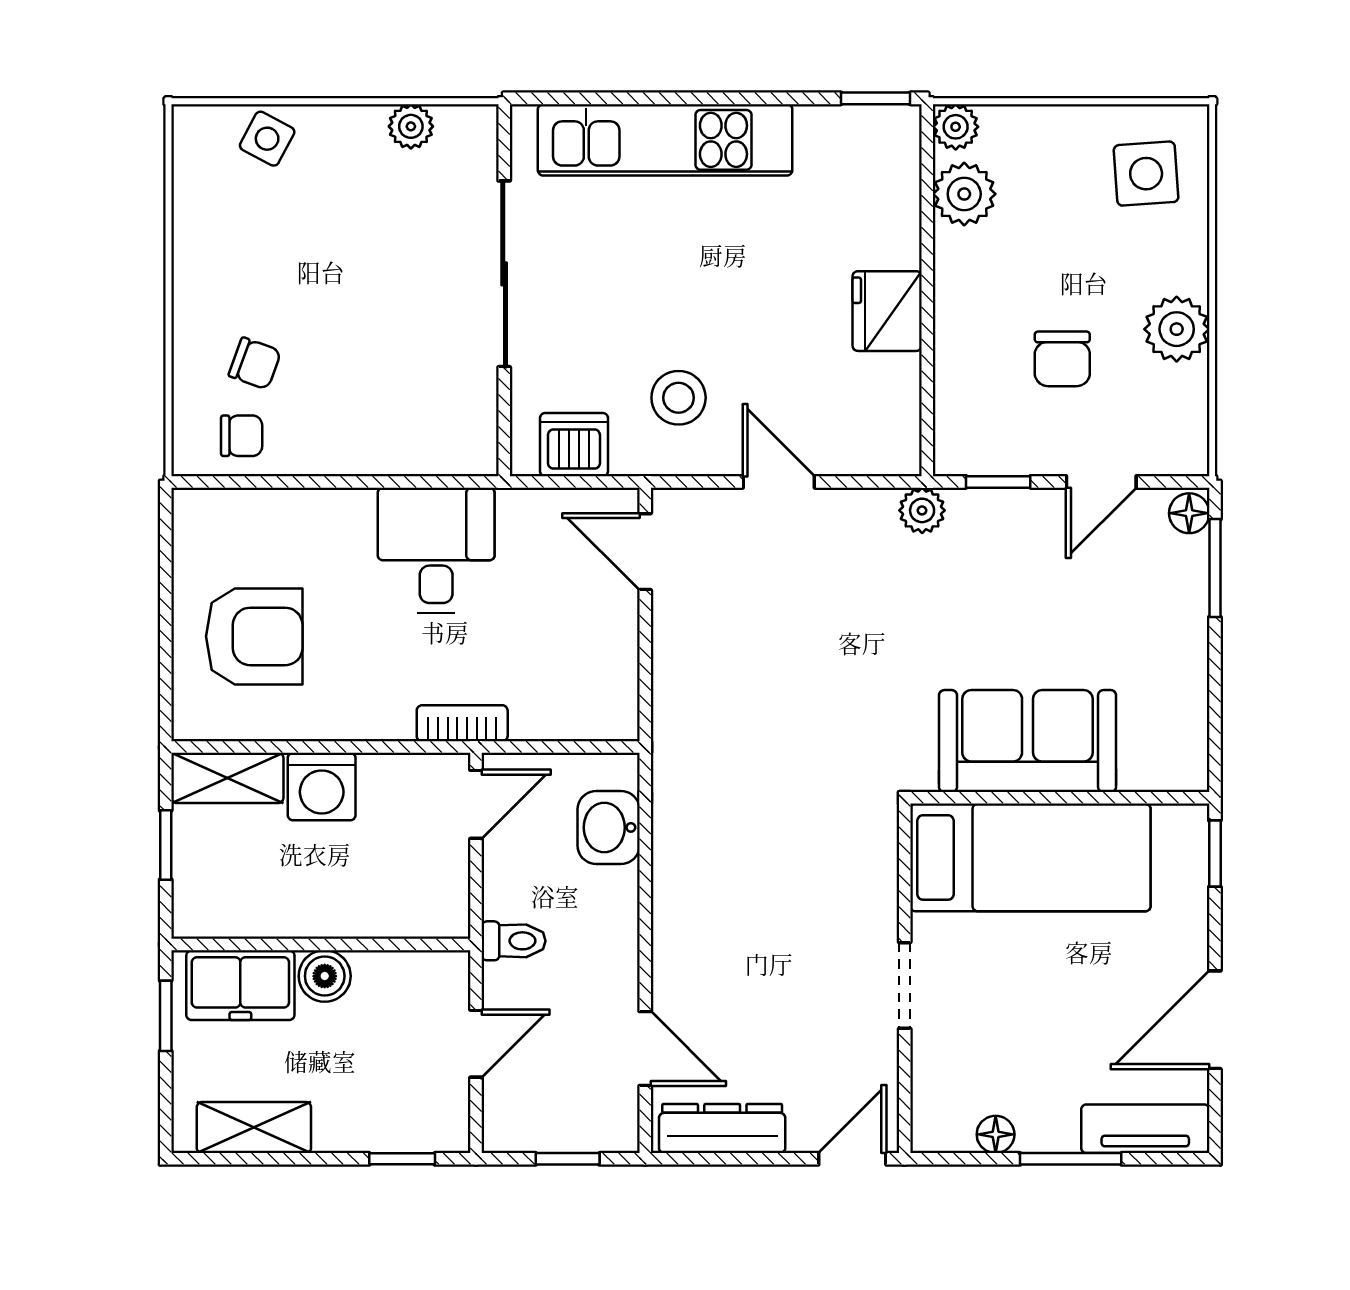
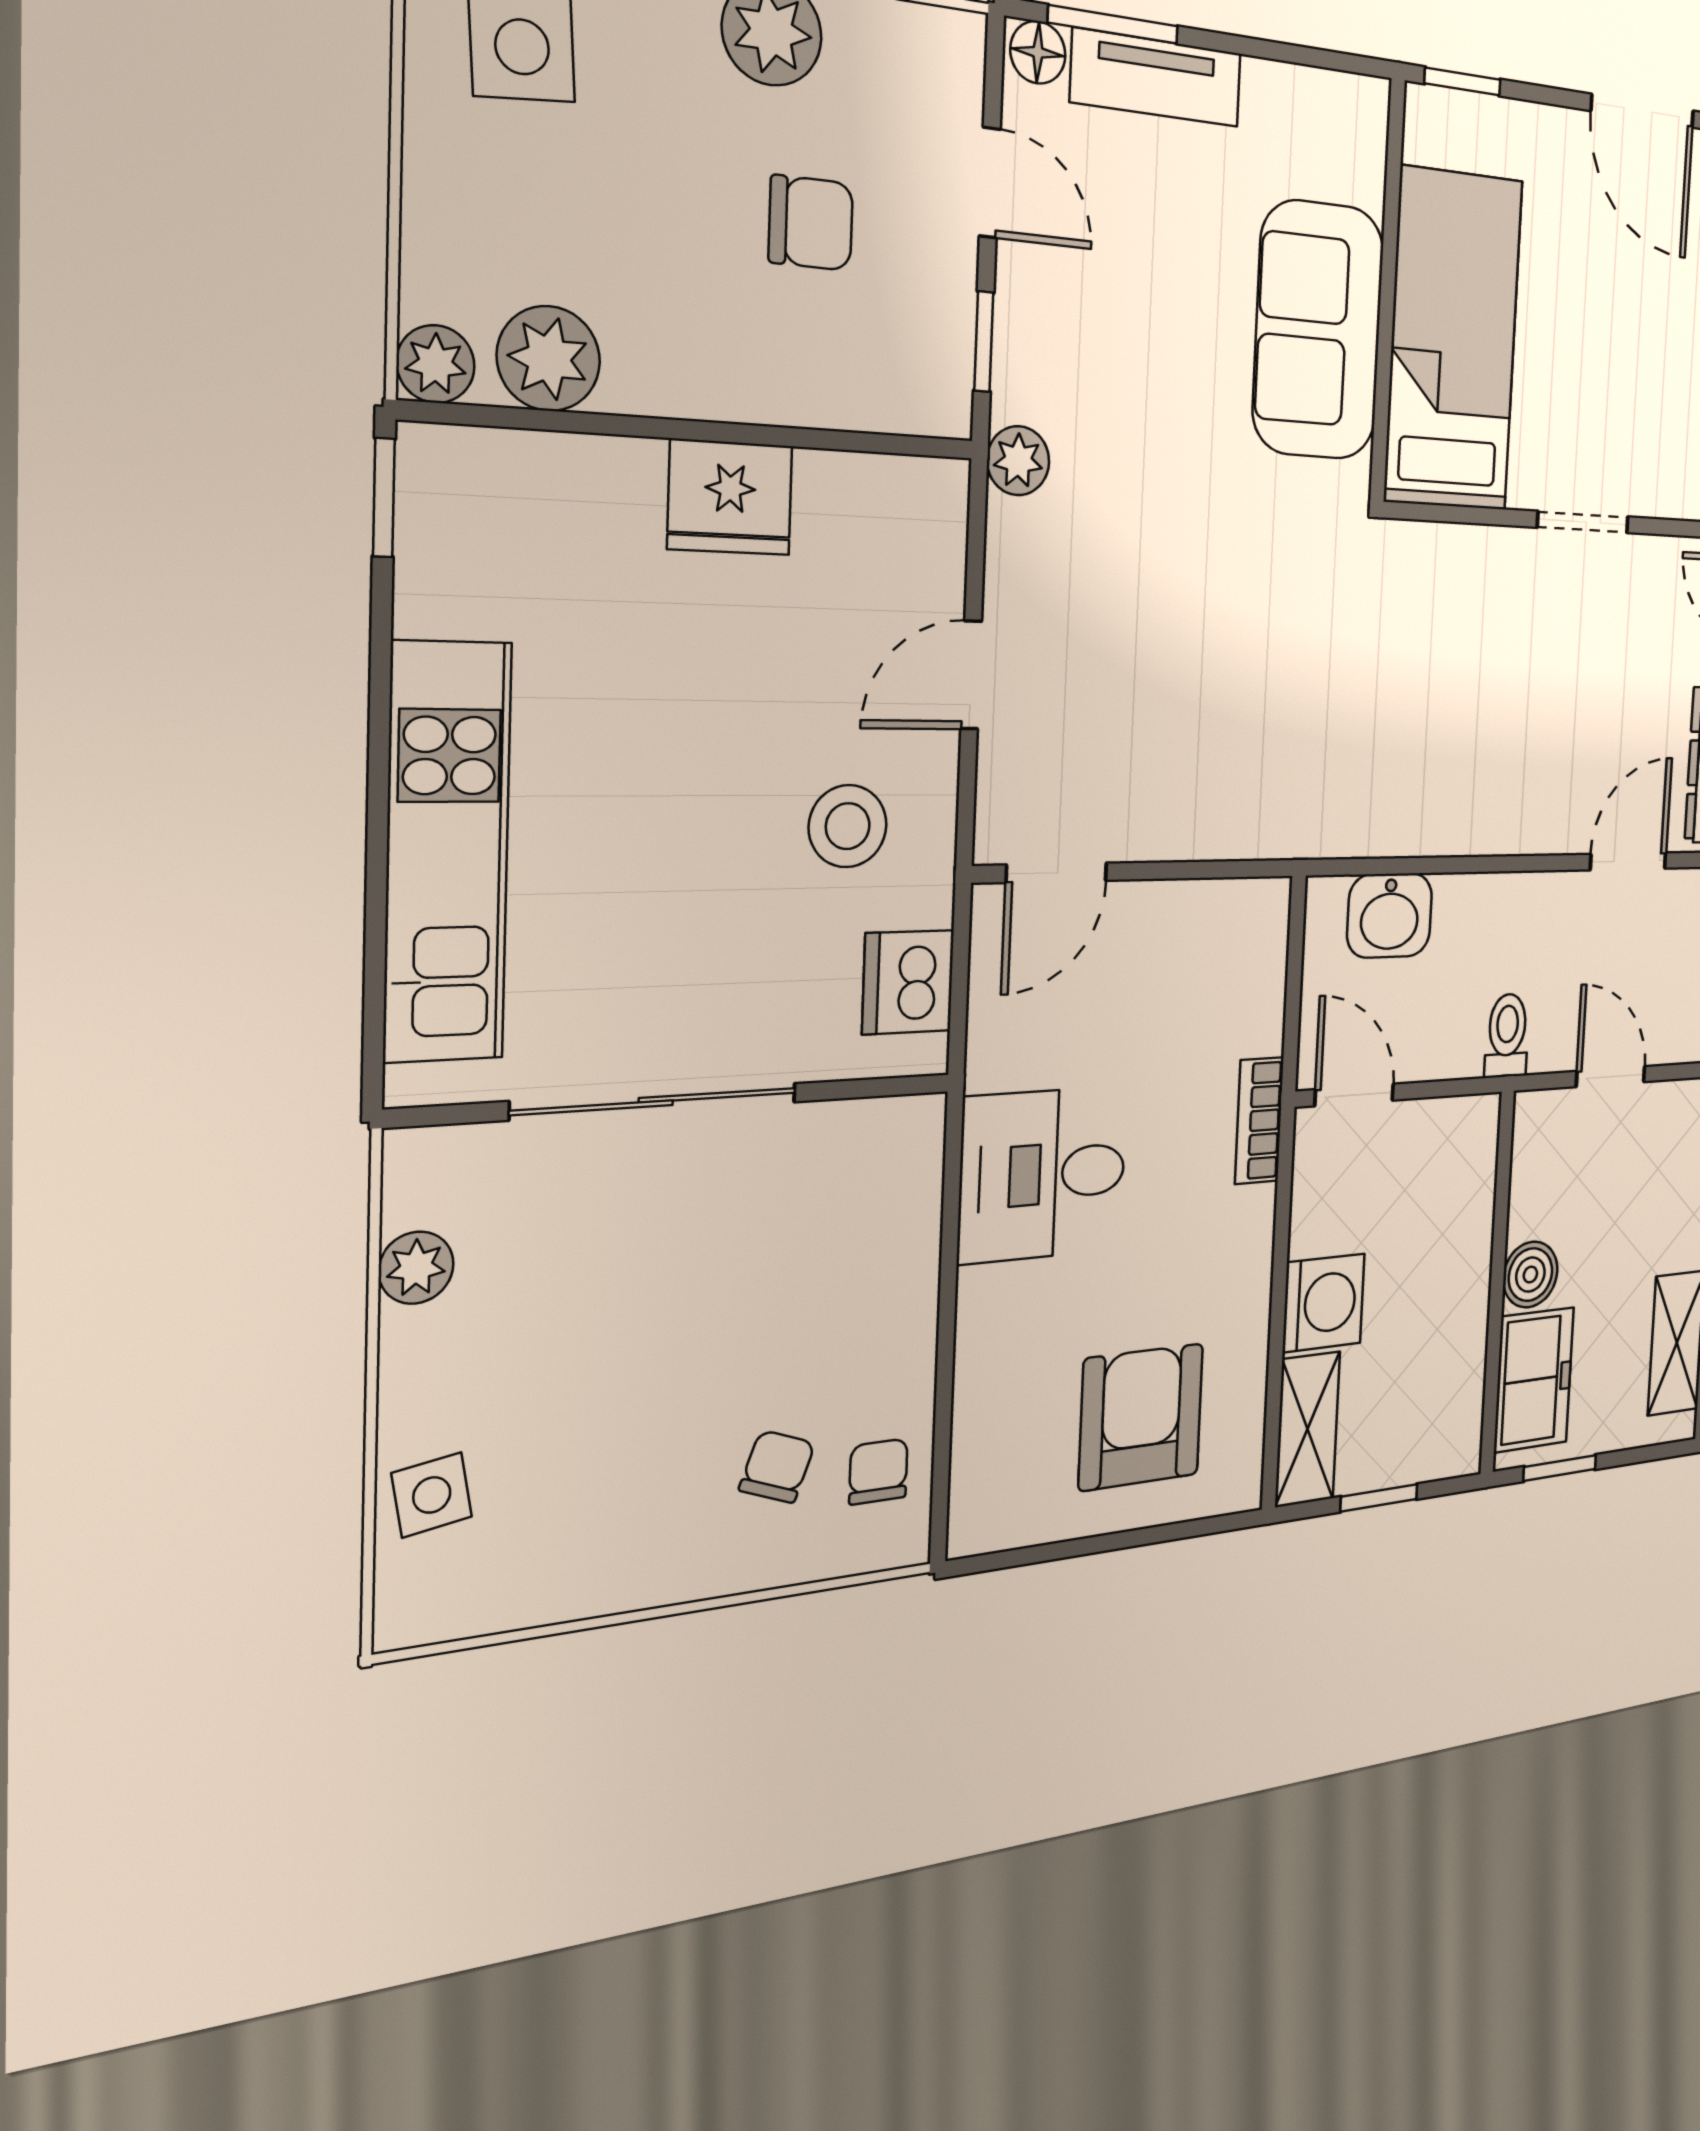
side table: (267, 139) -> (432, 1495), turned -38
tv unit: (1185, 602) -> (1156, 78), added

